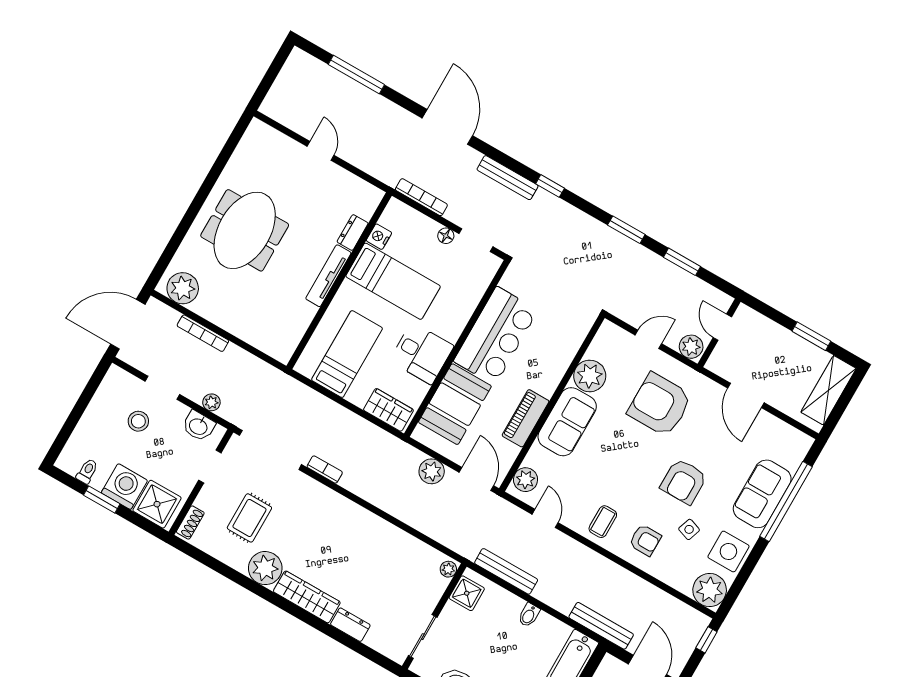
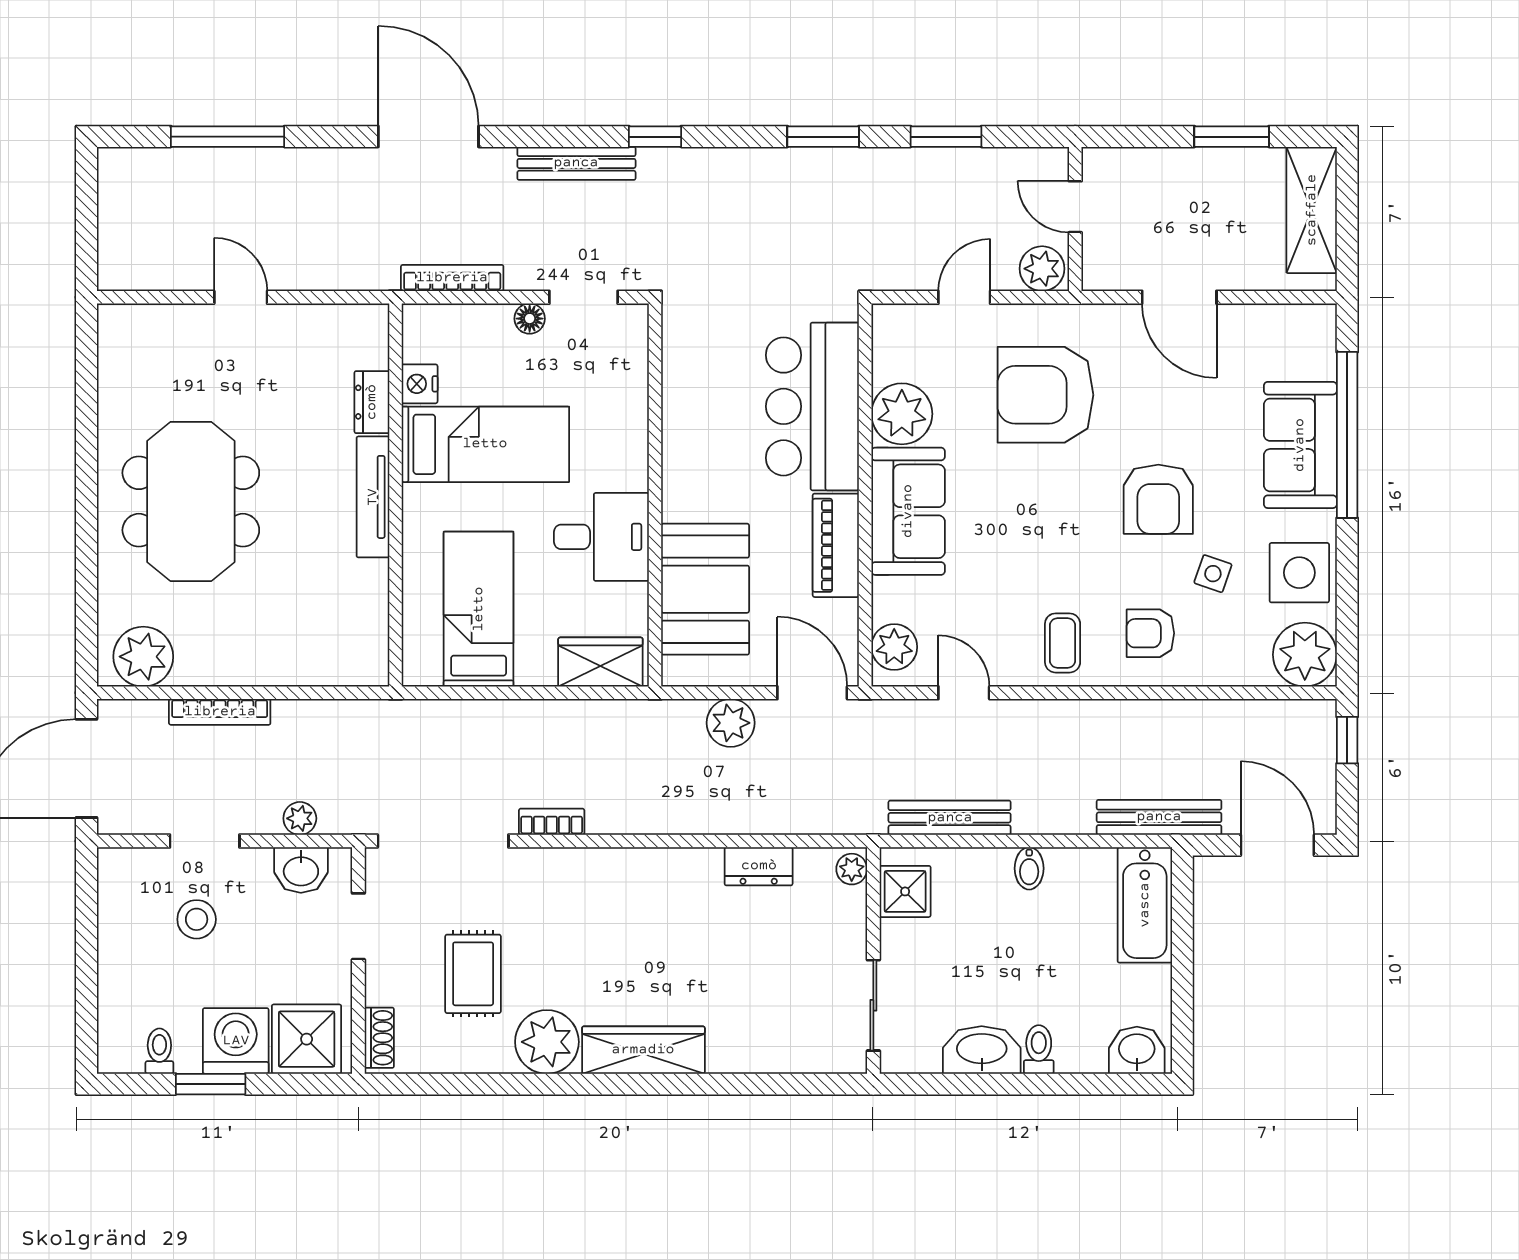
bar counter: (496, 336) -> (812, 406), moved, turned 180
armchair: (645, 540) -> (1150, 633), turned 180
dresser: (350, 625) -> (759, 866), moved, turned 180

